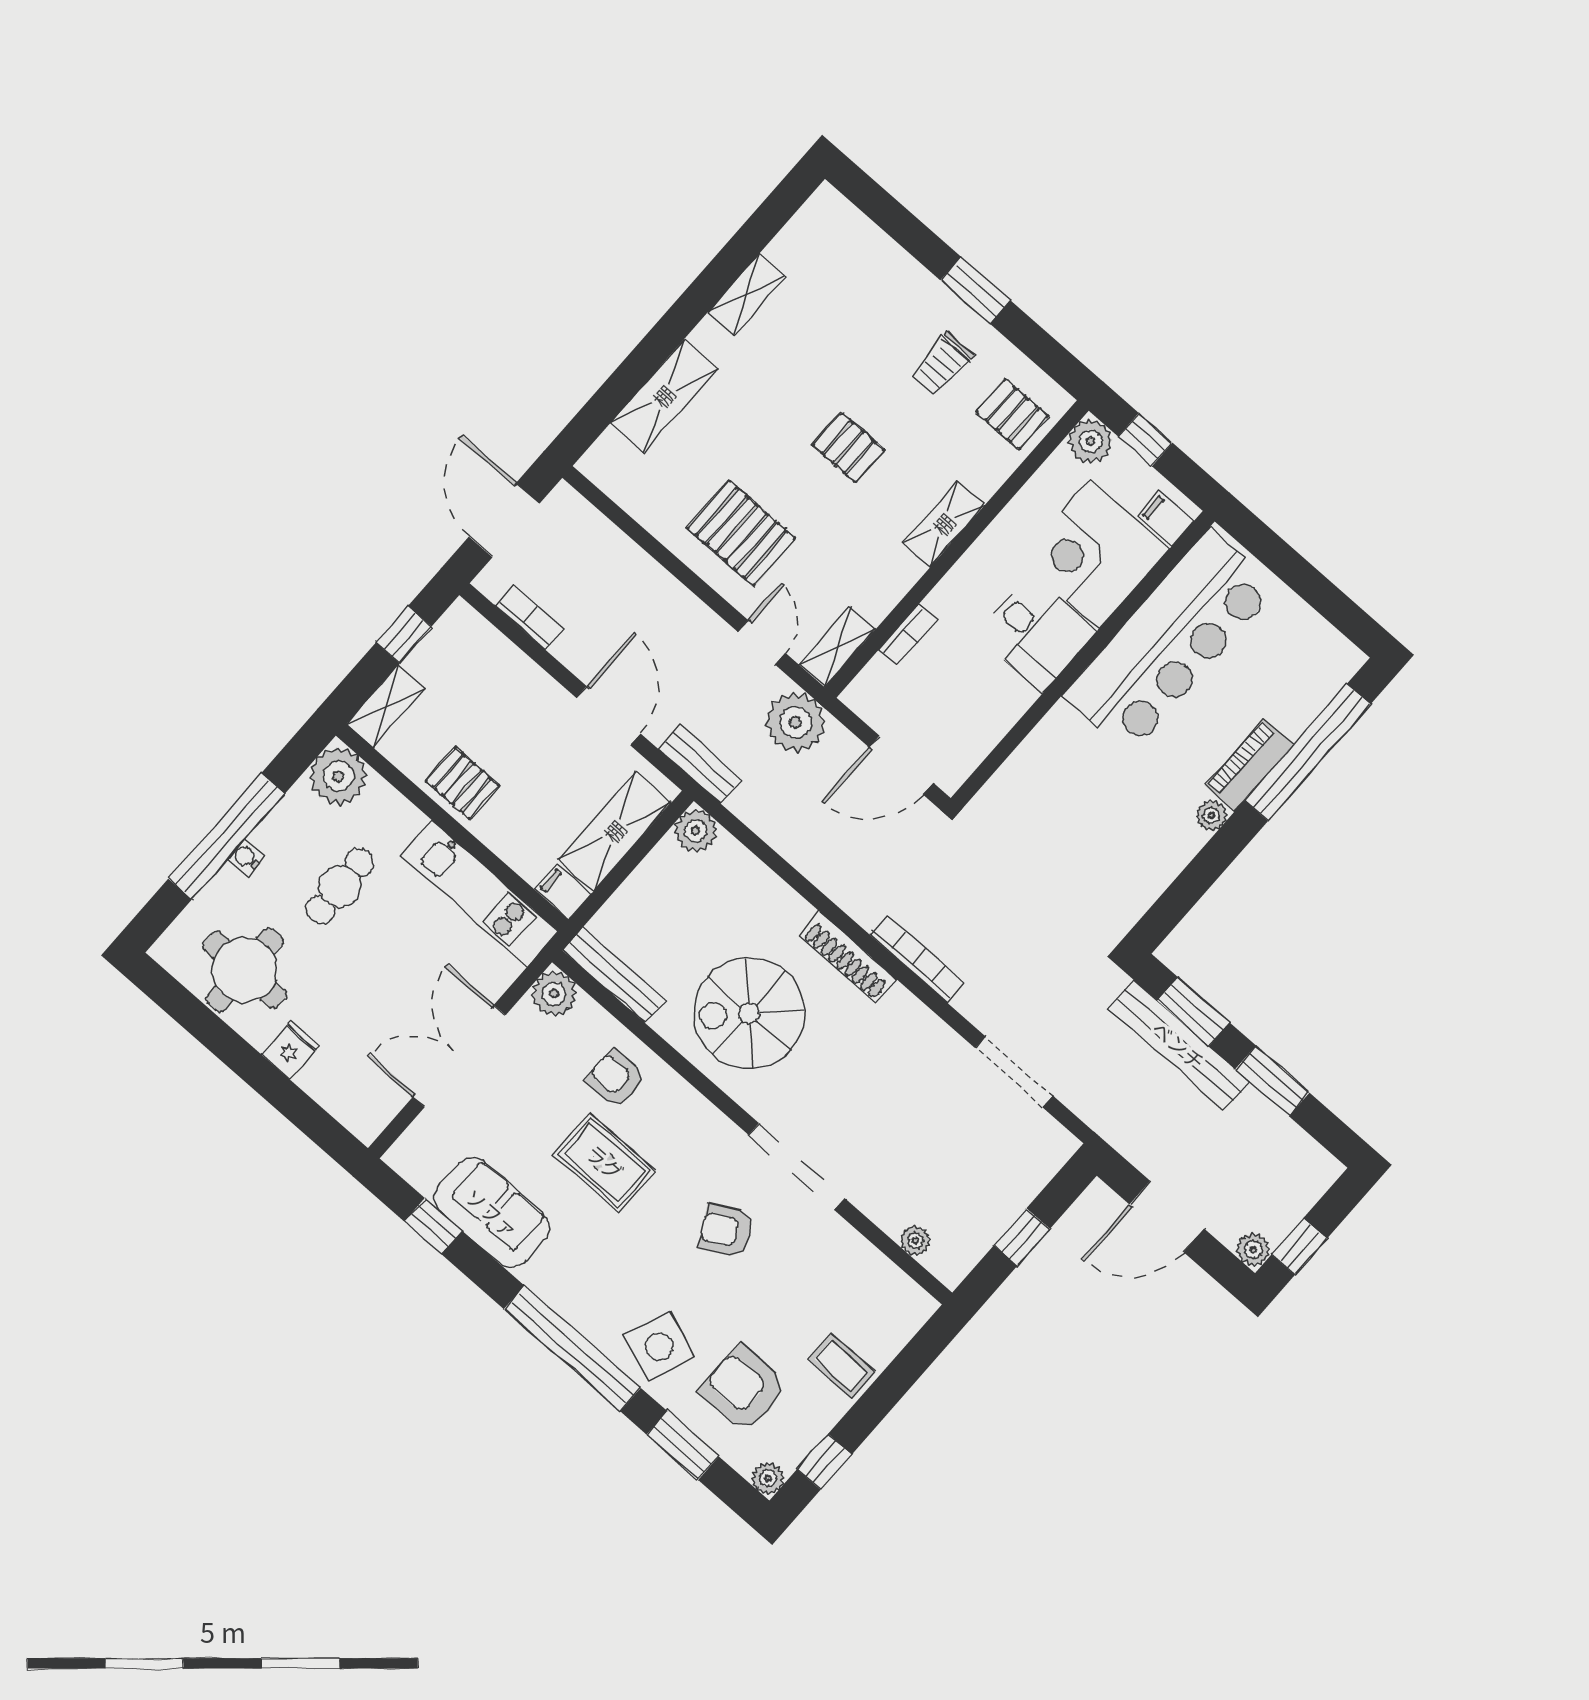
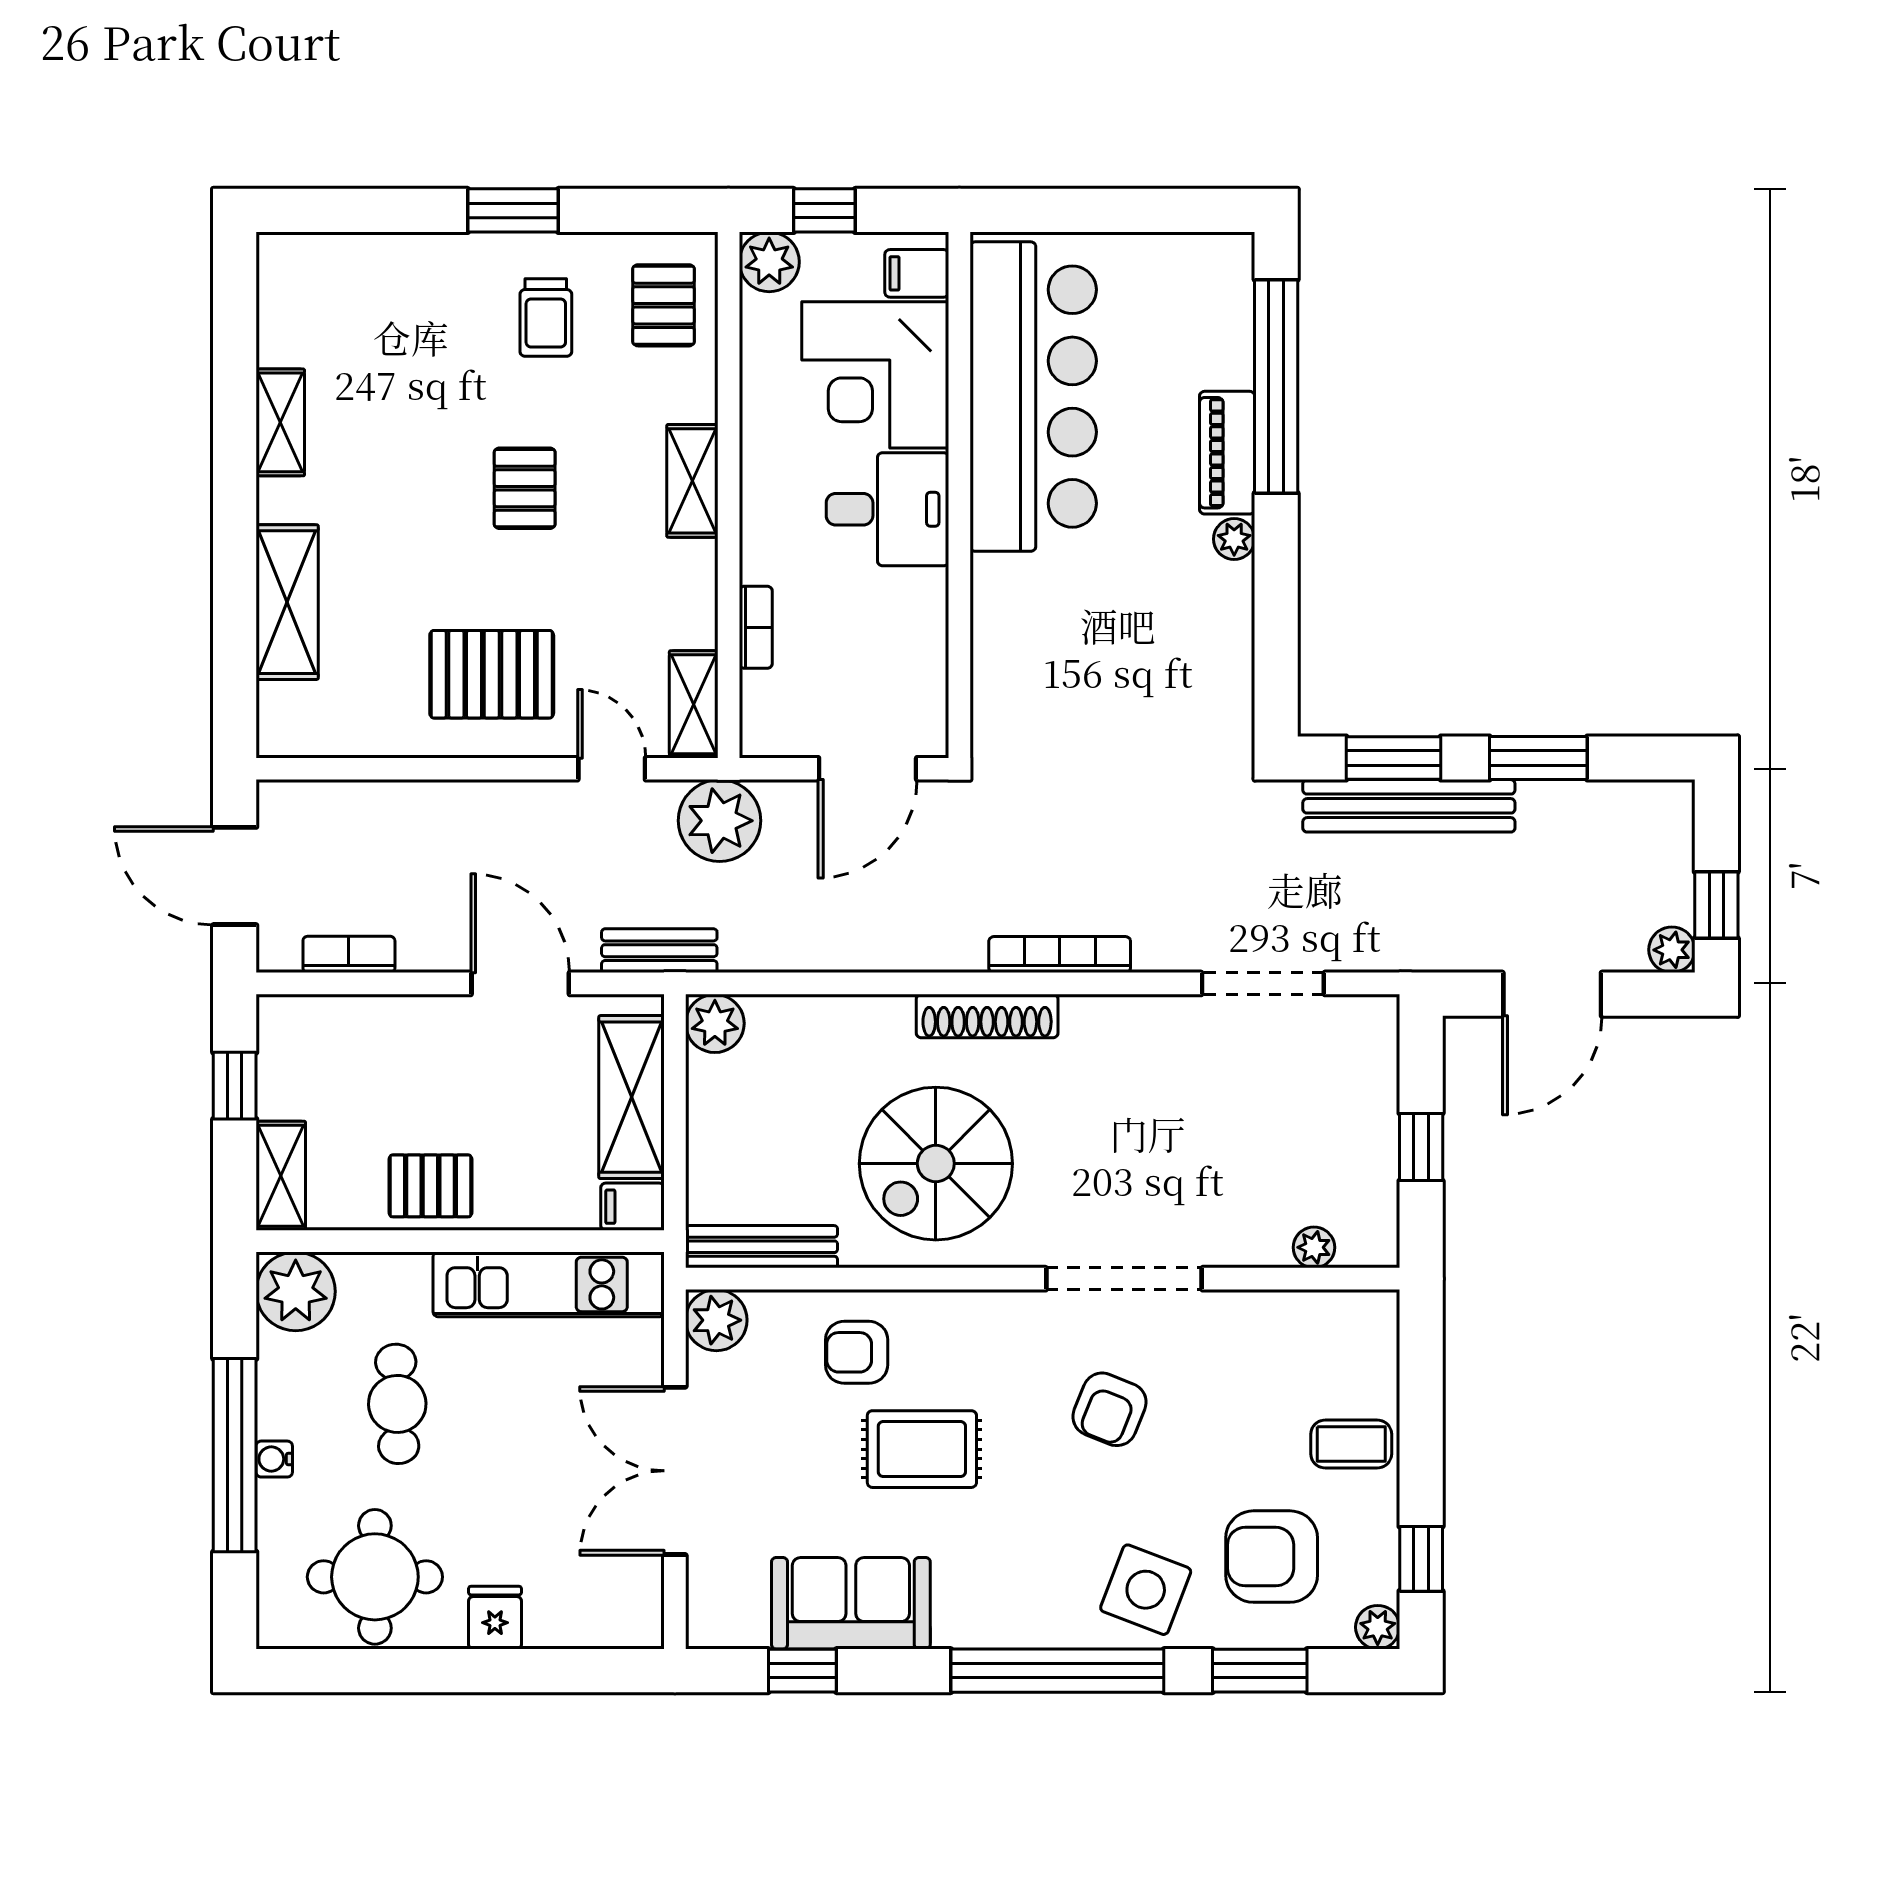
pallet: (1012, 414) -> (664, 305), turned 90
pallet: (849, 448) -> (525, 488), turned 90
armchair: (726, 1231) -> (1109, 1409), turned -39

